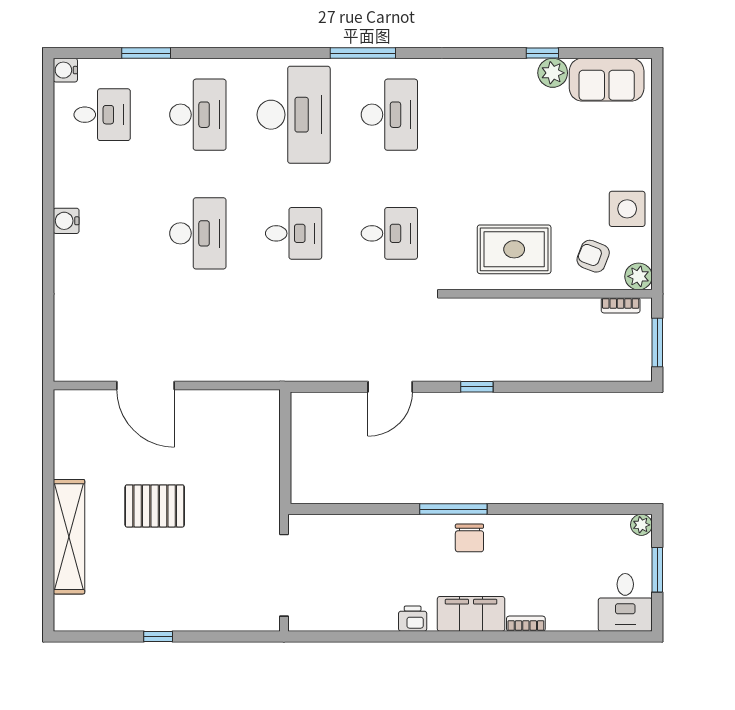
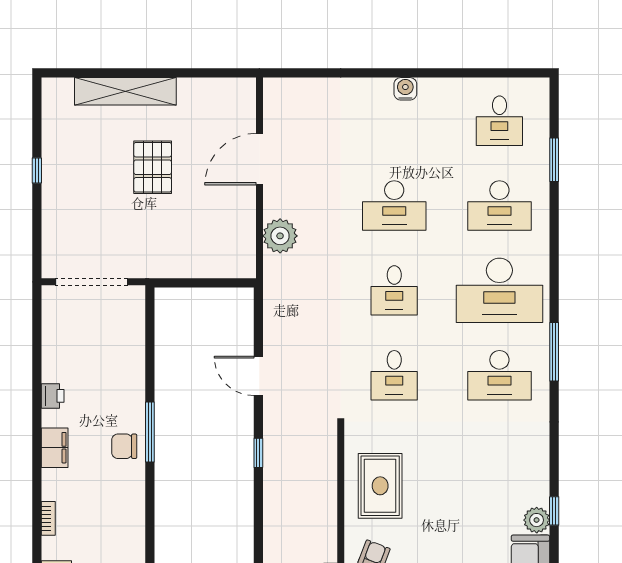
water cooler: (65, 70) -> (539, 88), removed
plant: (232, 362) -> (280, 236), added
filing cabinet: (471, 614) -> (55, 448), width x0.67, depth x0.86
bookcase: (526, 624) -> (48, 518), moved

